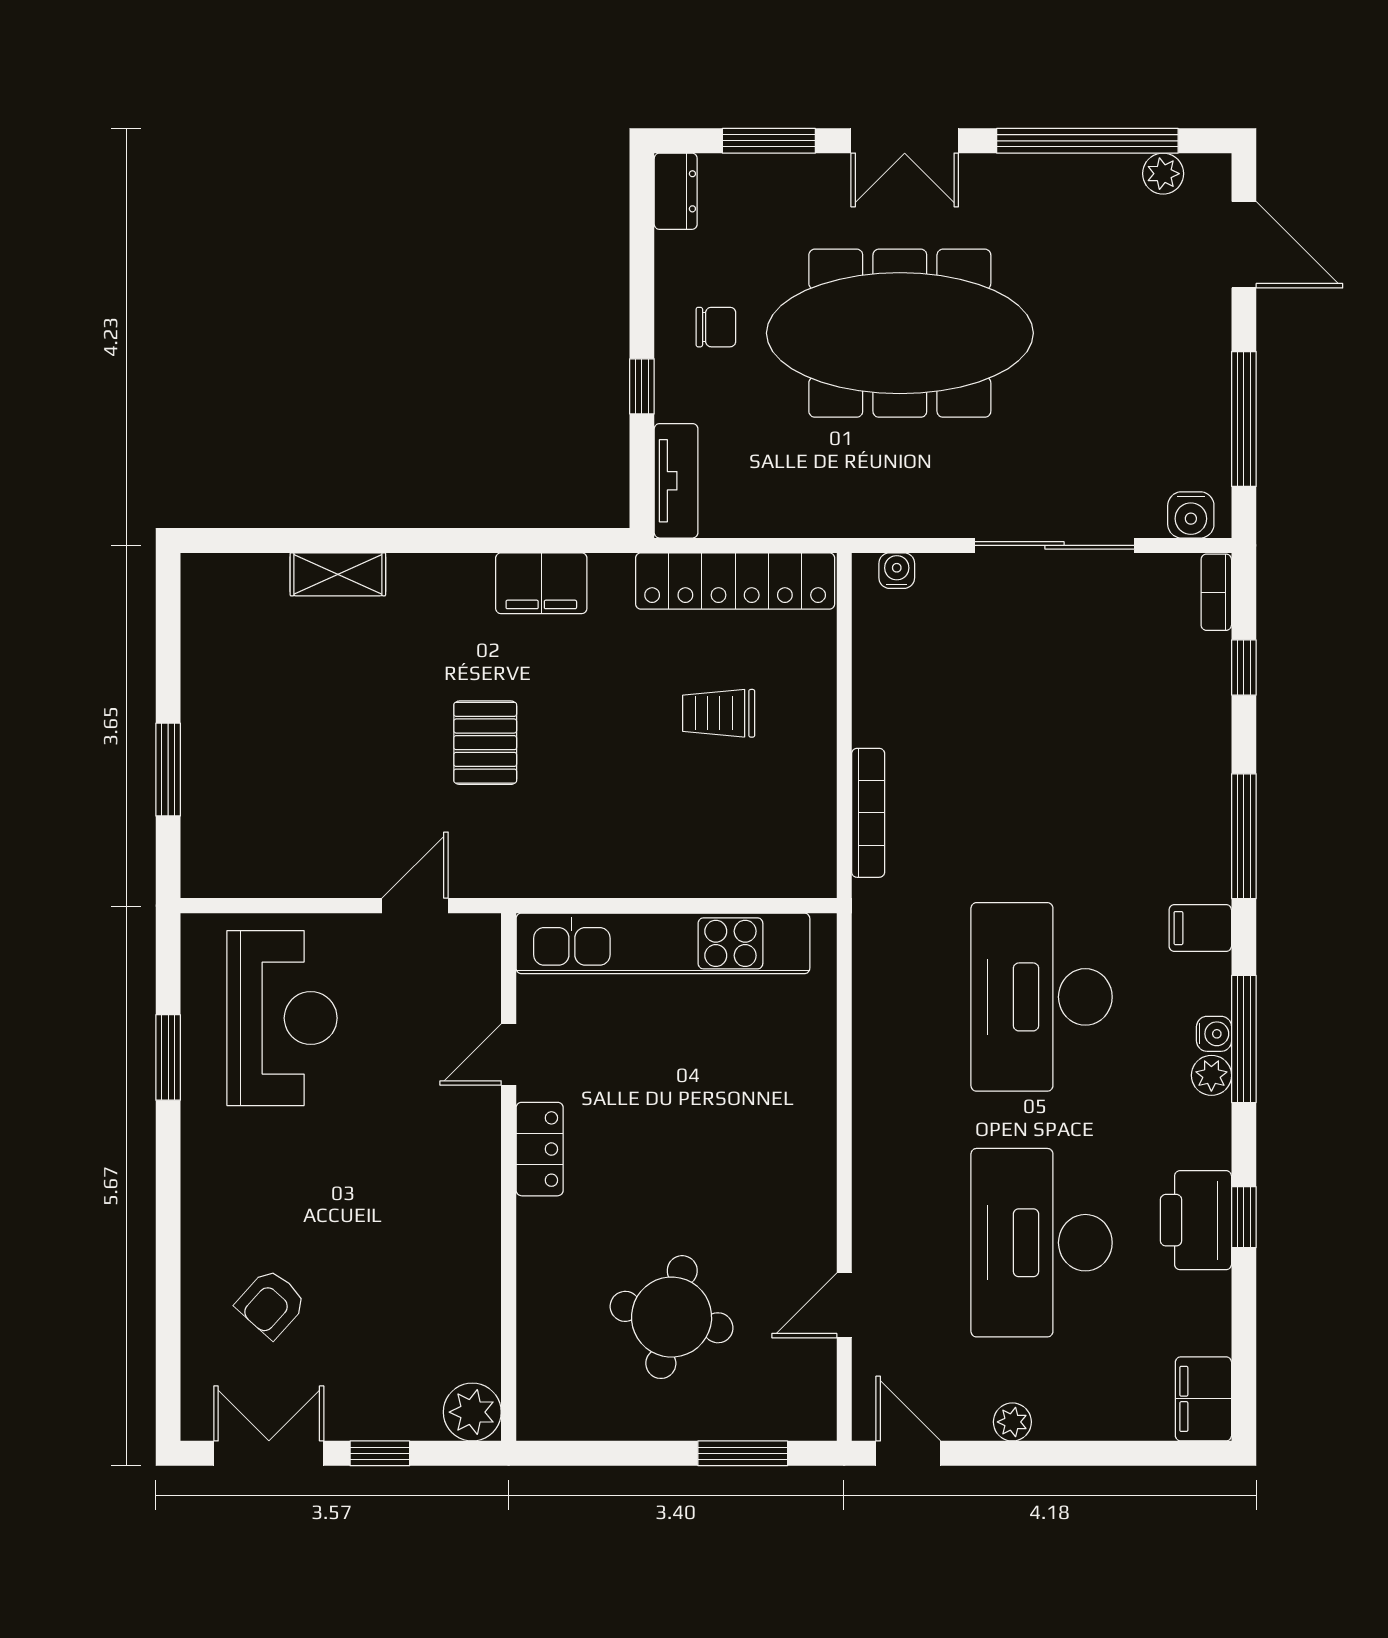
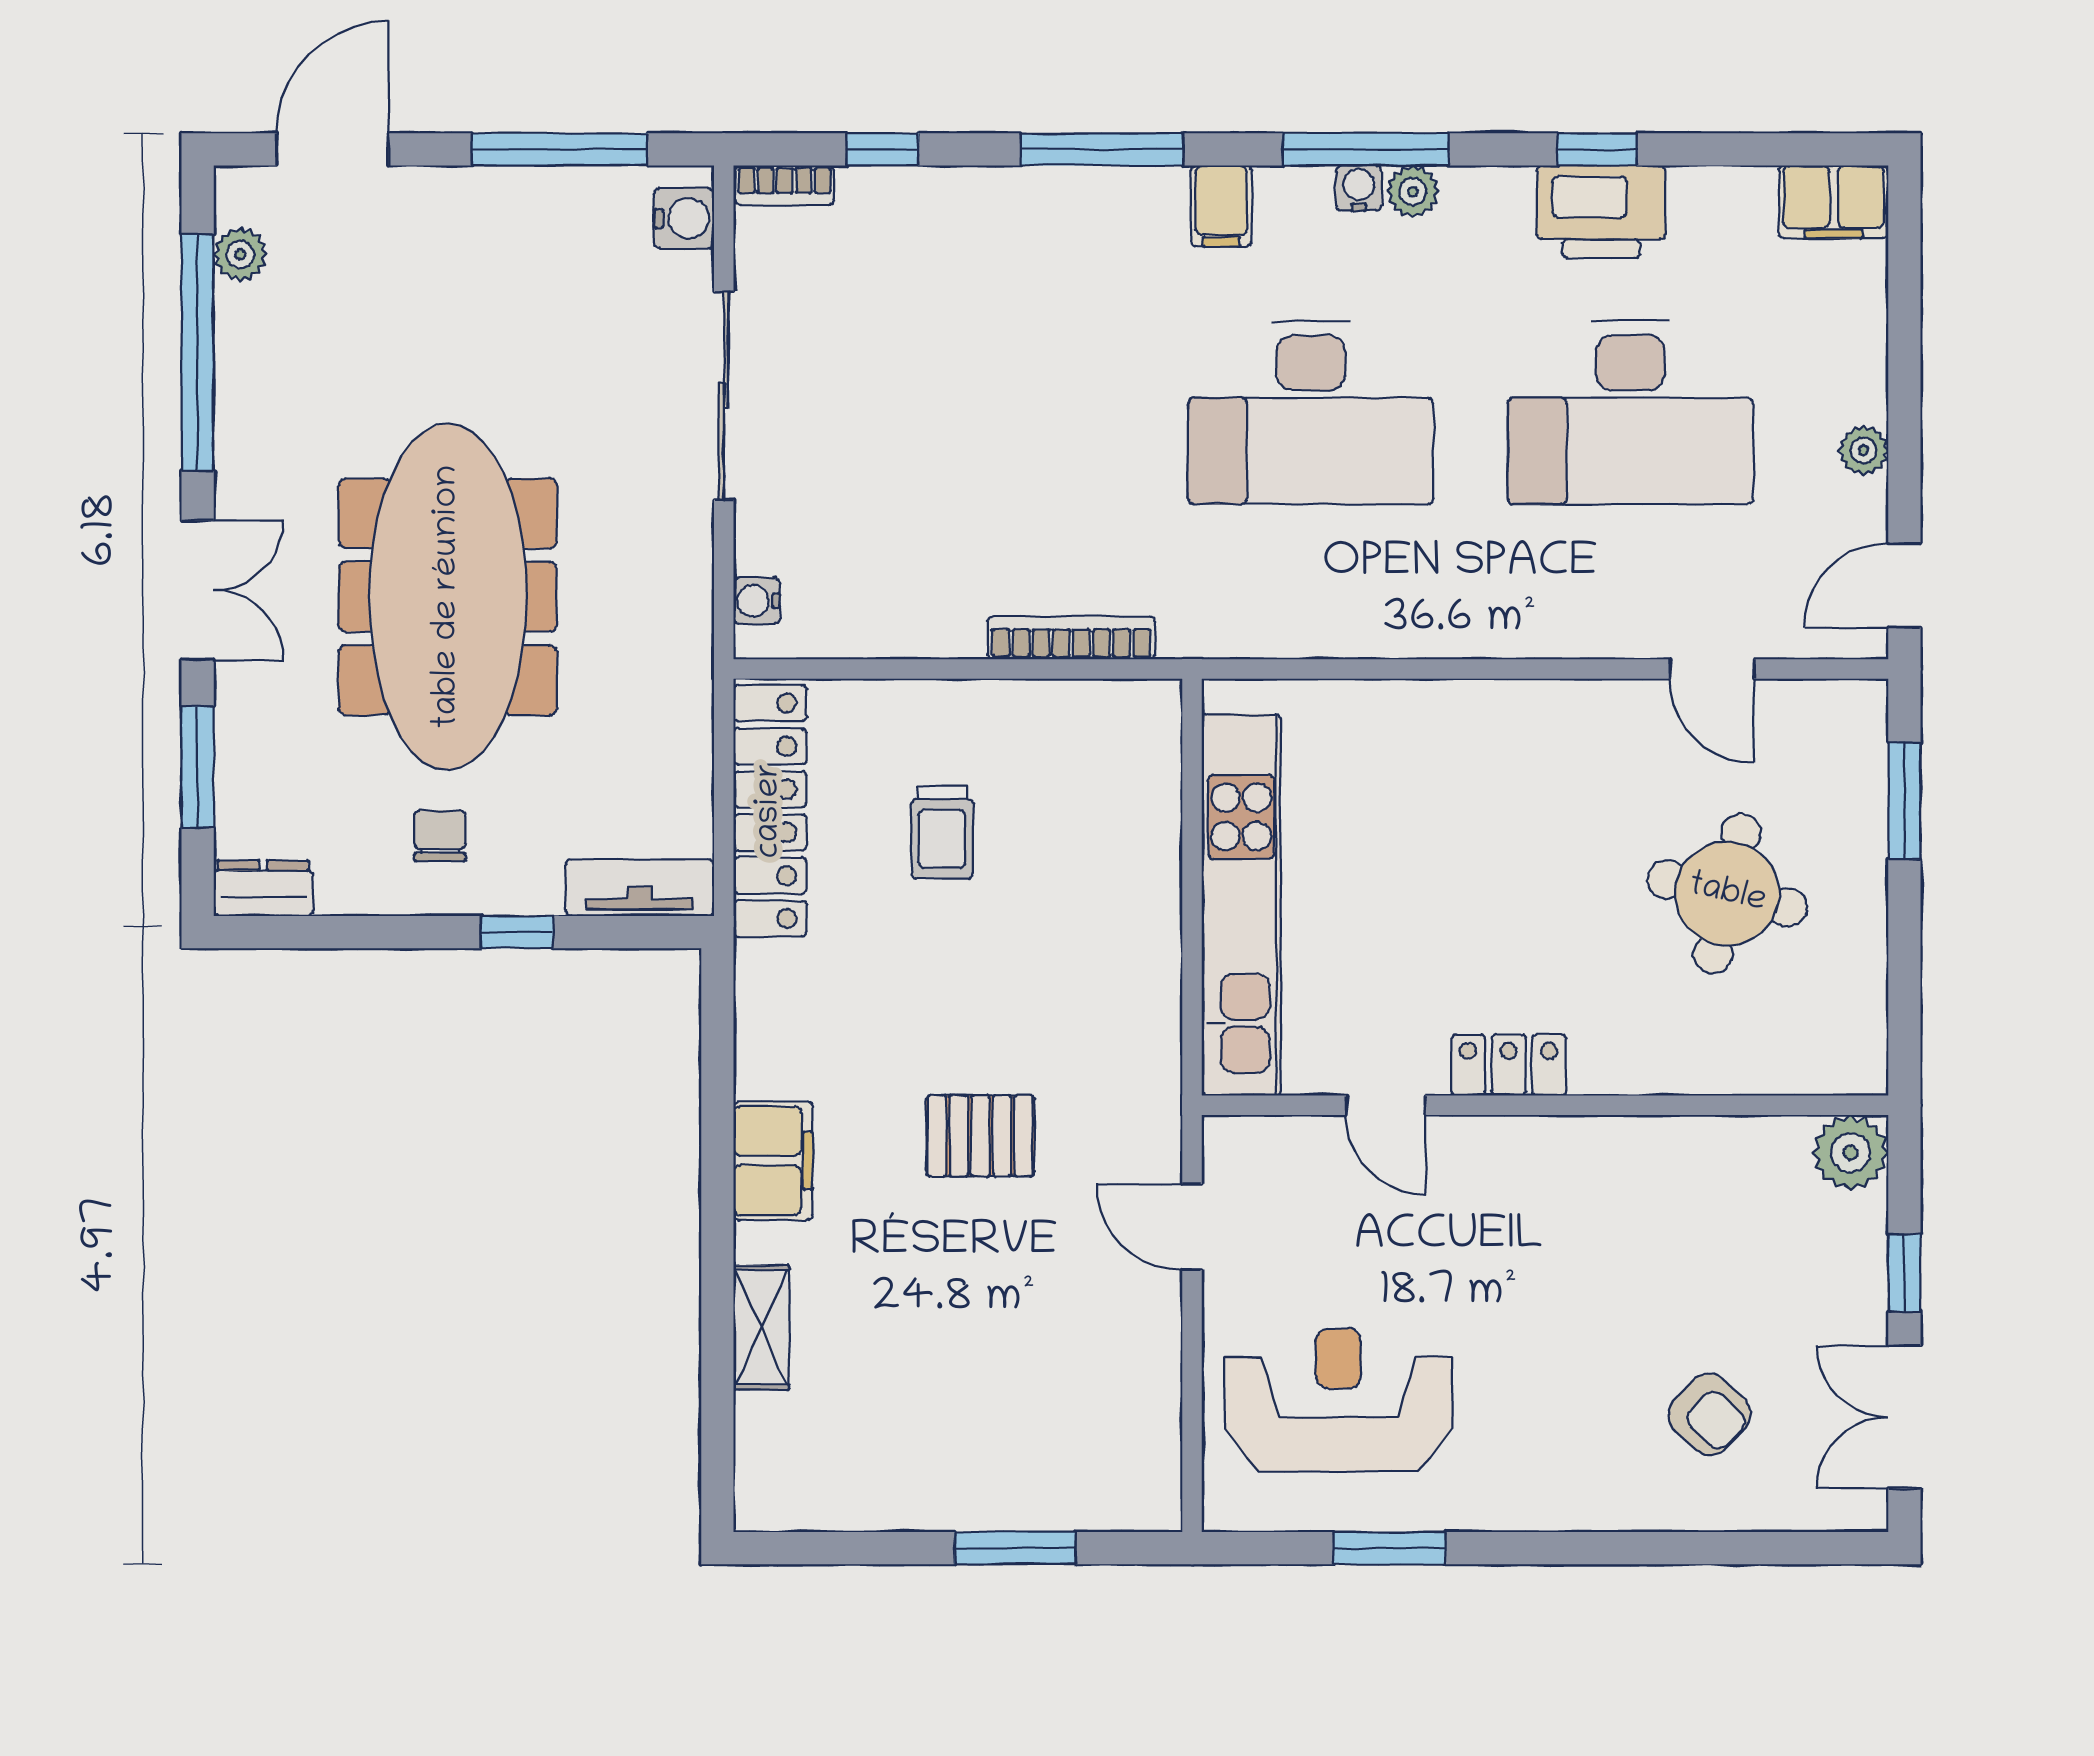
filing cabinet: (541, 583) -> (773, 1161), moved

